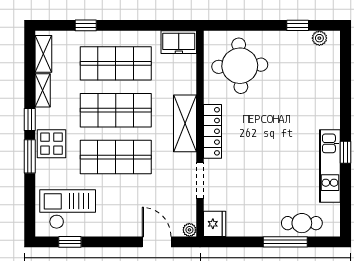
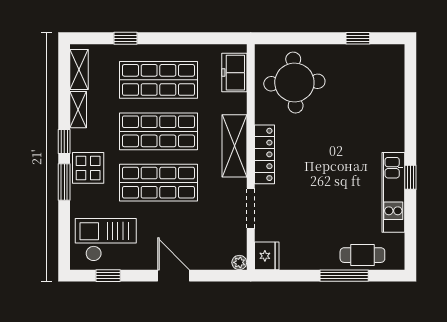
plant: (319, 38) -> (382, 52), removed
freezer: (179, 42) -> (234, 73), moved, turned 90
door: (157, 242) -> (174, 276), moved

